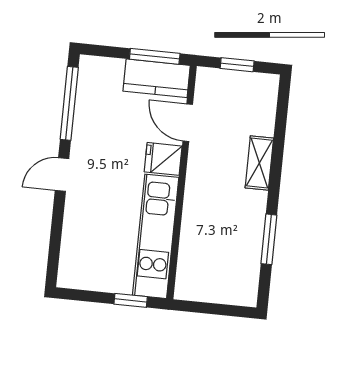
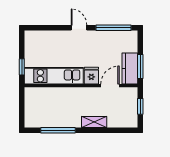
window: (269, 239) -> (58, 130), width x1.44

